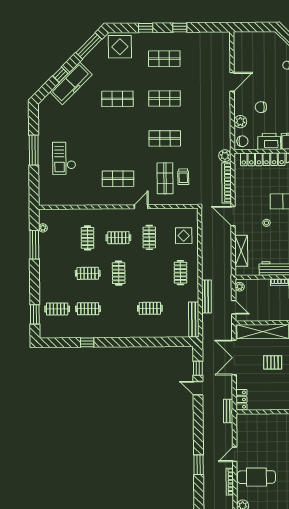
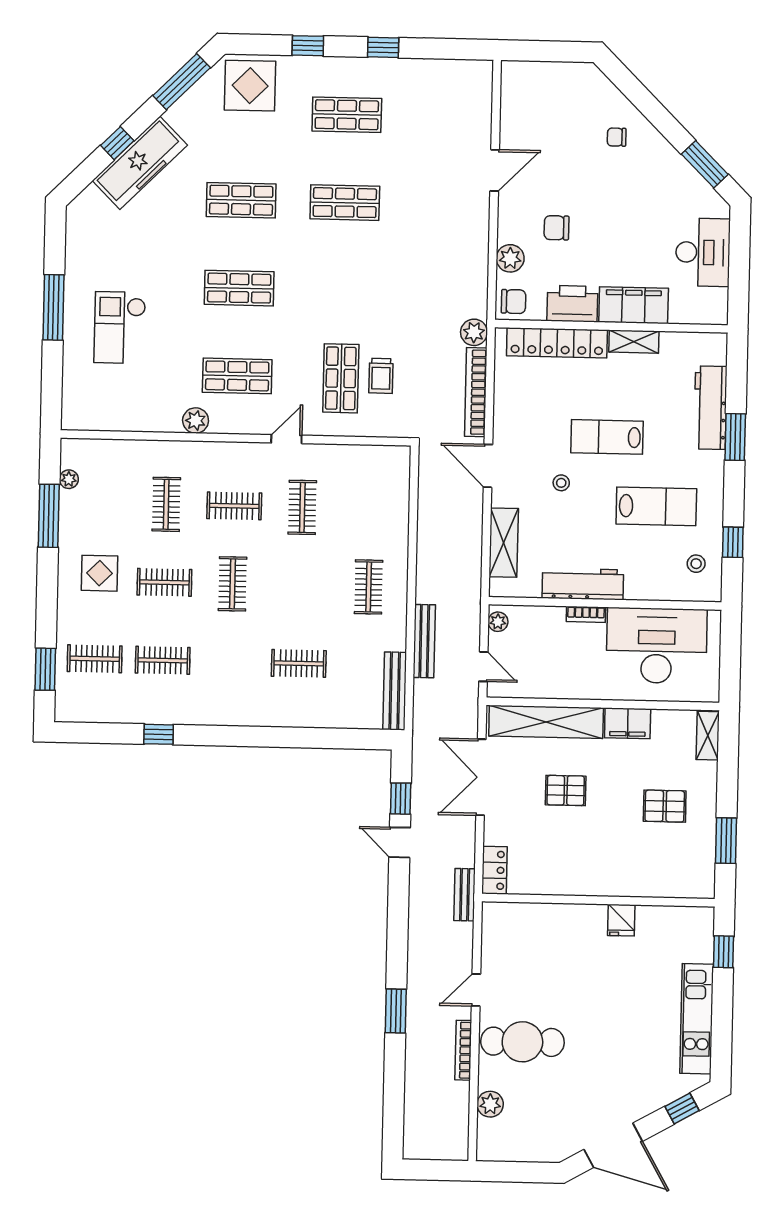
shop shelf: (165, 138) -> (239, 288), moved
plant: (100, 199) -> (196, 421), added
display table: (184, 236) -> (99, 573), moved

